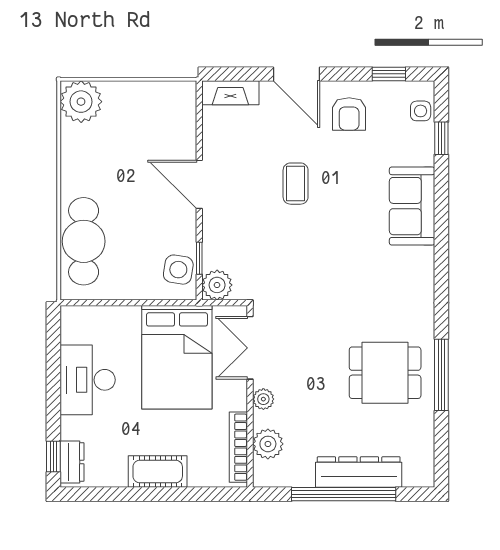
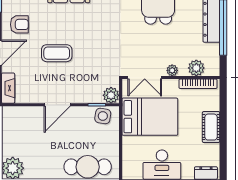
coffee table: (296, 184) -> (57, 53), width x1.36, depth x1.30

